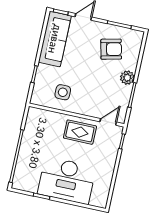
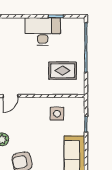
rug: (80, 132) -> (63, 71), moved
desk: (67, 180) -> (43, 31), width x0.73, depth x0.77

